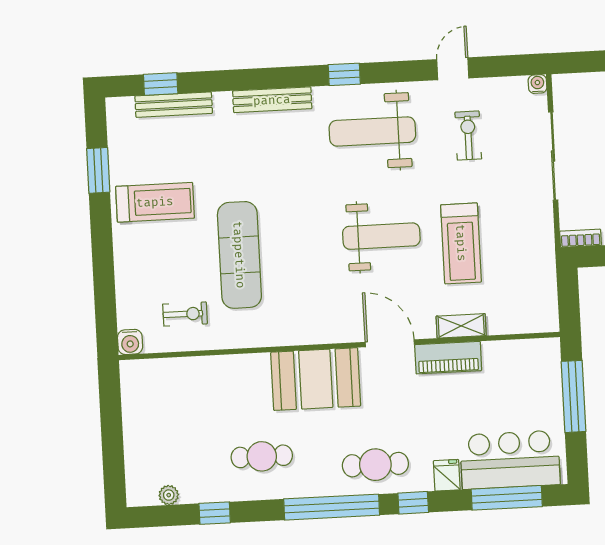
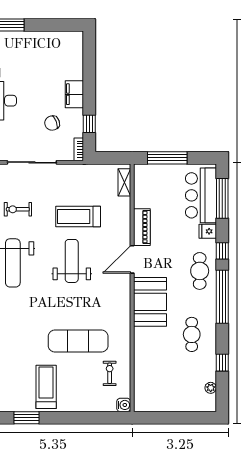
treadmill: (461, 243) -> (78, 216), turned 180
shelving: (461, 326) -> (124, 182), moved

